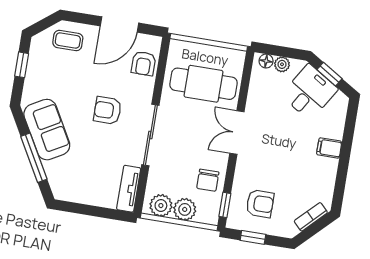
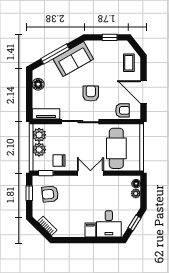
armchair: (143, 63) -> (123, 110), turned 180
desk: (309, 92) -> (109, 224), moved, turned 58
floor lamp: (78, 193) -> (38, 84), added
armchair: (260, 204) -> (50, 194), turned 84

